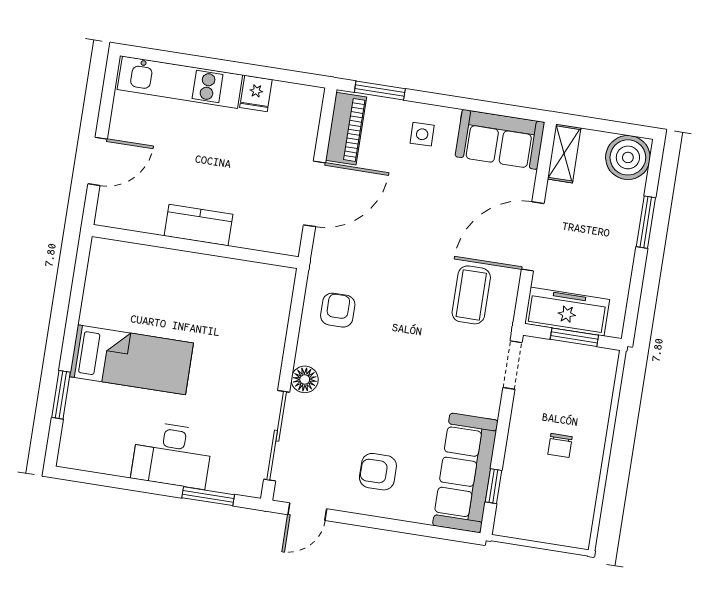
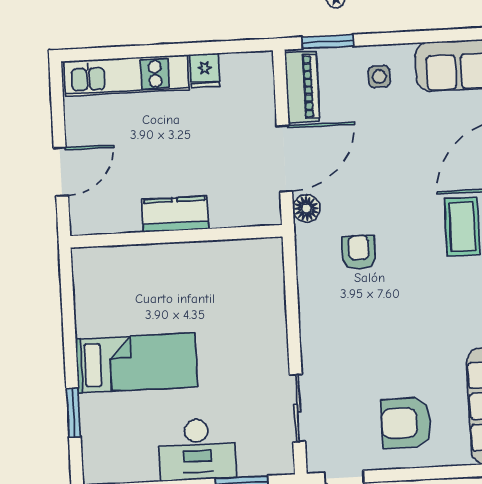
armchair: (338, 310) -> (359, 252), moved
floor lamp: (305, 379) -> (306, 208), moved
sliding door: (277, 436) -> (297, 408), width x0.73
armchair: (378, 472) -> (406, 423), width x1.38, depth x1.38

